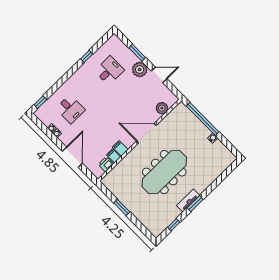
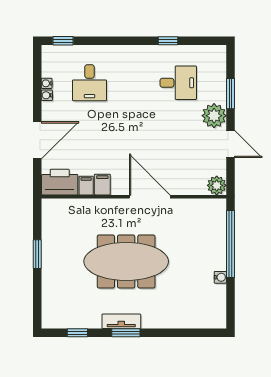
plant: (162, 108) -> (217, 185), moved
printer: (106, 164) -> (60, 182), width x1.87, depth x1.48

